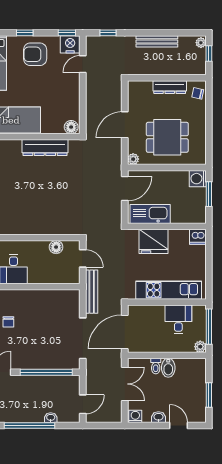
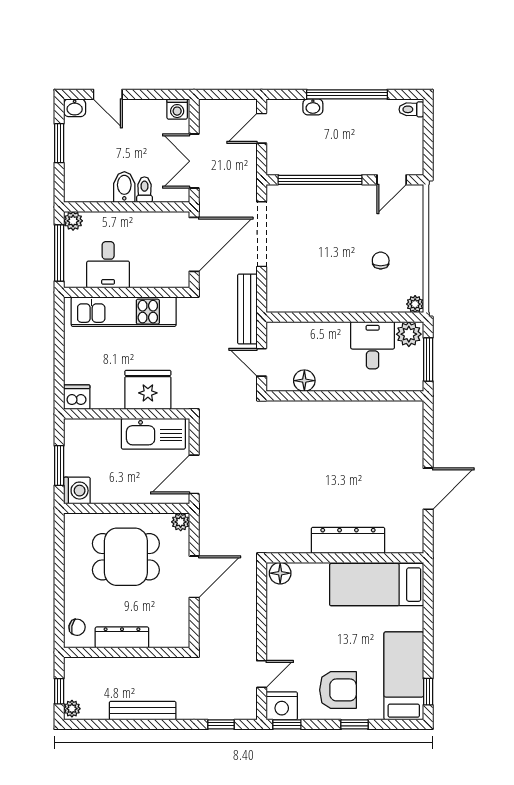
dresser: (45, 148) -> (348, 540), moved
washbasin: (159, 417) -> (75, 108), moved

